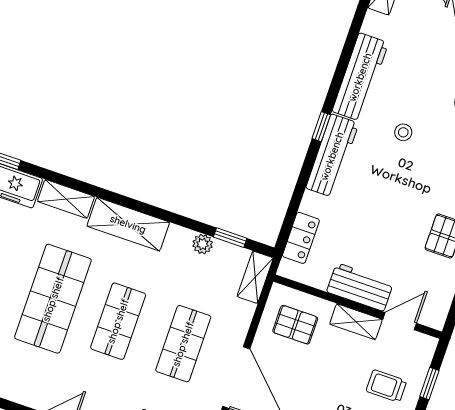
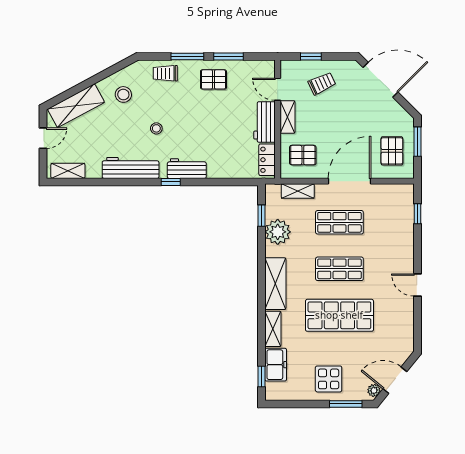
workbench: (332, 156) -> (187, 169), width x0.73
locker: (301, 238) -> (267, 160), moved, turned -90
plant: (203, 244) -> (278, 232), width x1.87, depth x1.87
shelving: (255, 277) -> (298, 191), moved
pallet: (295, 325) -> (303, 155), turned 90
trolley: (386, 386) -> (322, 83), turned -115

